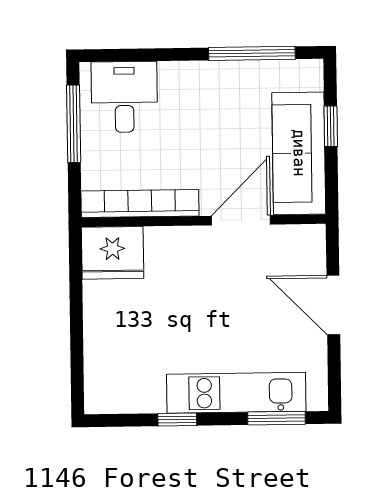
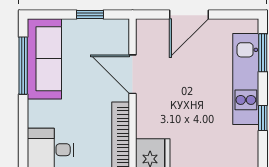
window: (331, 126) -> (90, 14), moved
sofa: (299, 153) -> (44, 59), moved, turned -90

